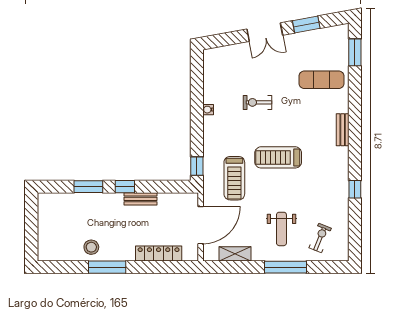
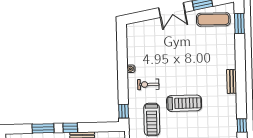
exercise mat: (321, 80) -> (213, 19), moved
exercise bike: (258, 102) -> (148, 84), moved
treadmill: (278, 157) -> (184, 103), turned 180

